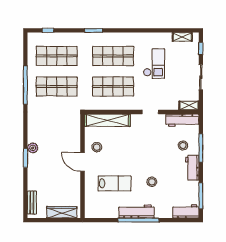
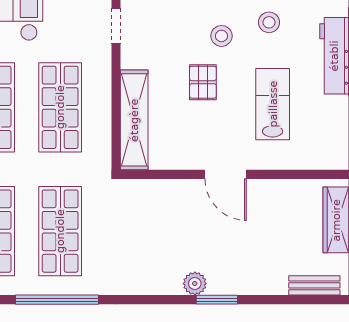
stool: (97, 147) -> (222, 36), moved
pallet: (125, 152) -> (203, 82), added
door: (82, 162) -> (226, 174), hinge flipped

